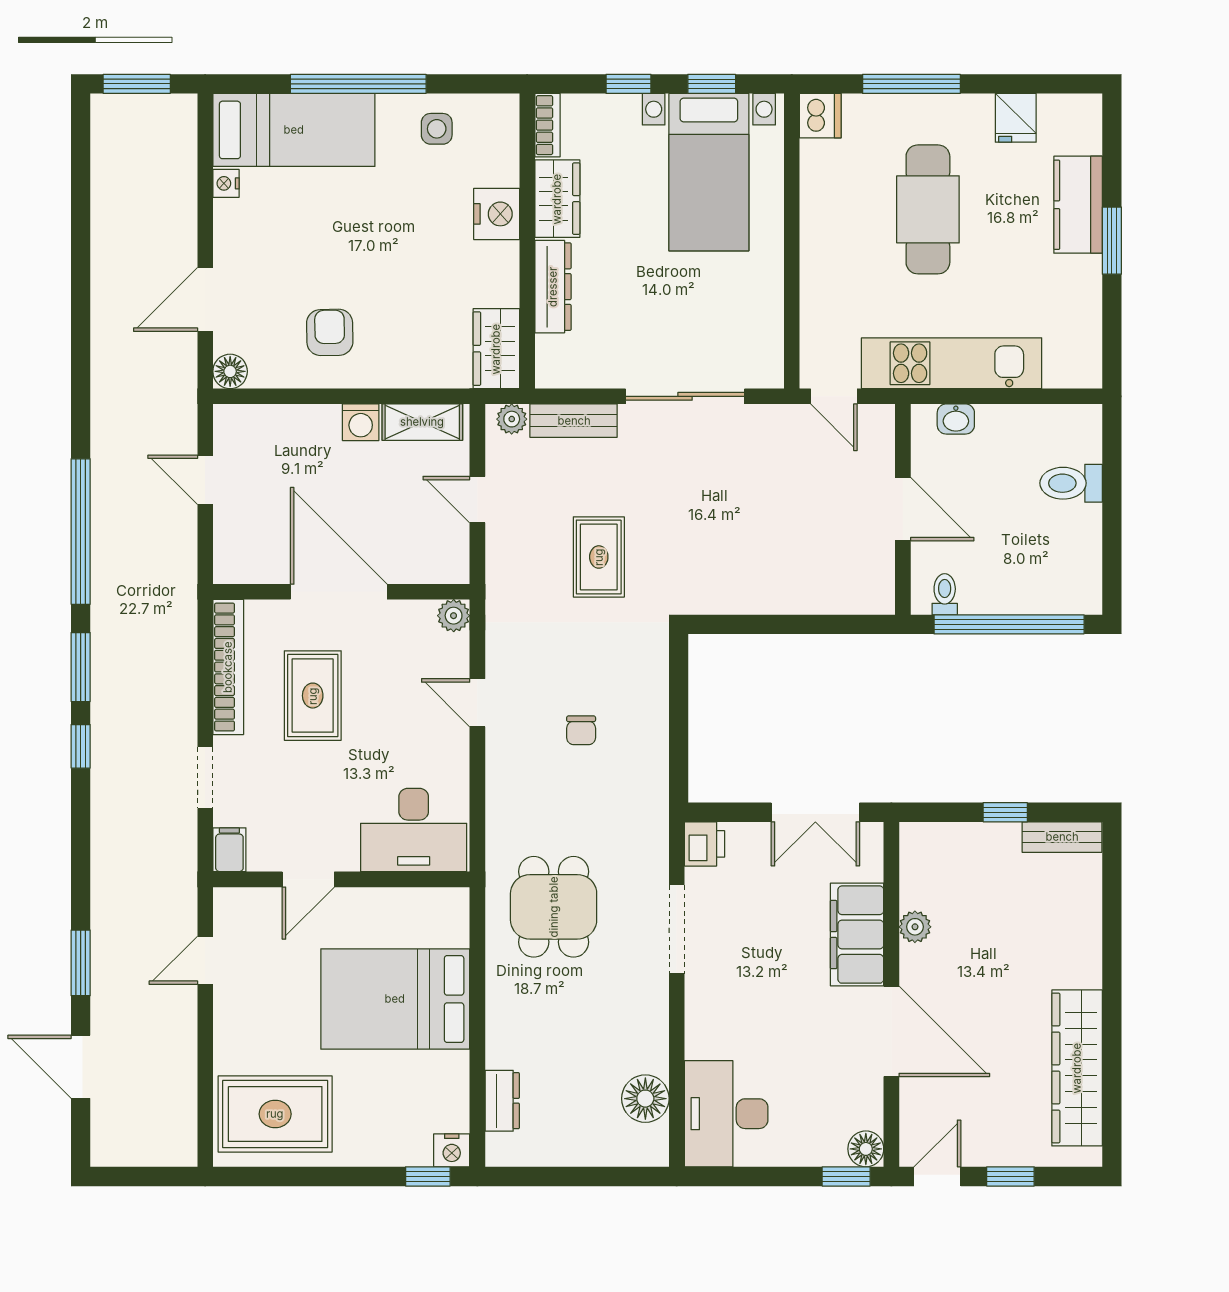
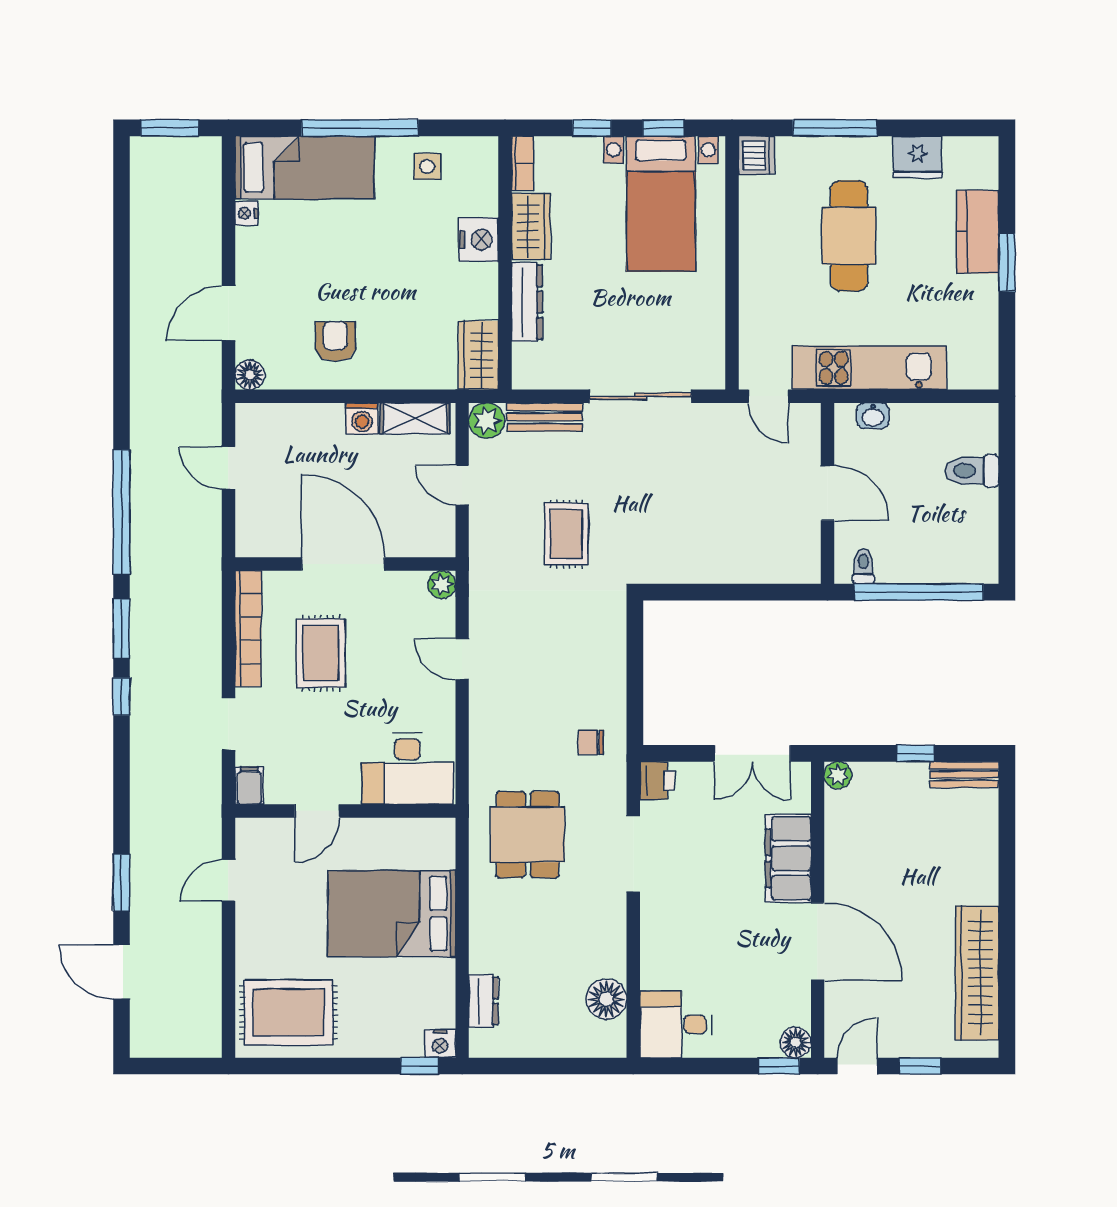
fridge: (1016, 118) -> (918, 157), width x1.38
plant: (512, 419) -> (487, 421), width x1.38, depth x1.38
chair: (581, 730) -> (591, 742), moved, turned 90
plant: (915, 927) -> (838, 775), moved
desk: (726, 1114) -> (676, 1025), width x0.73

